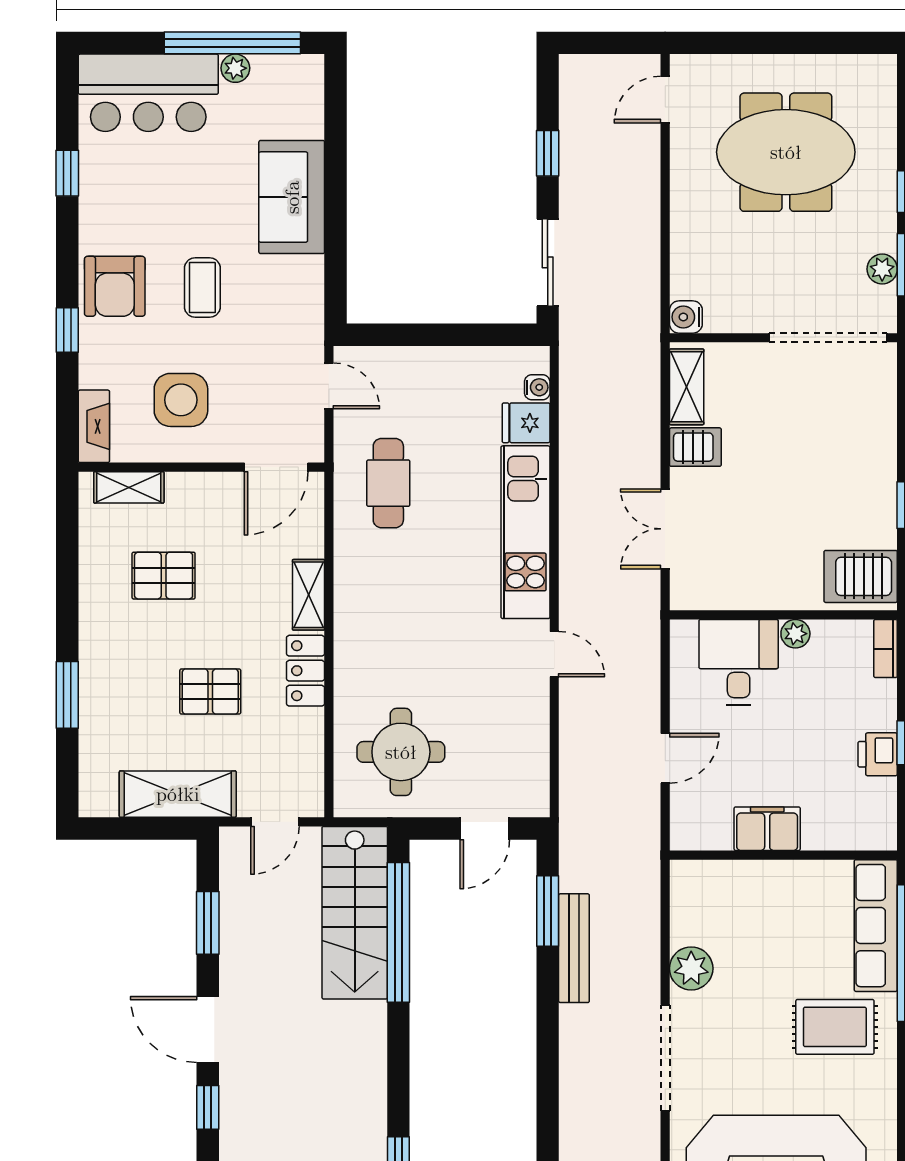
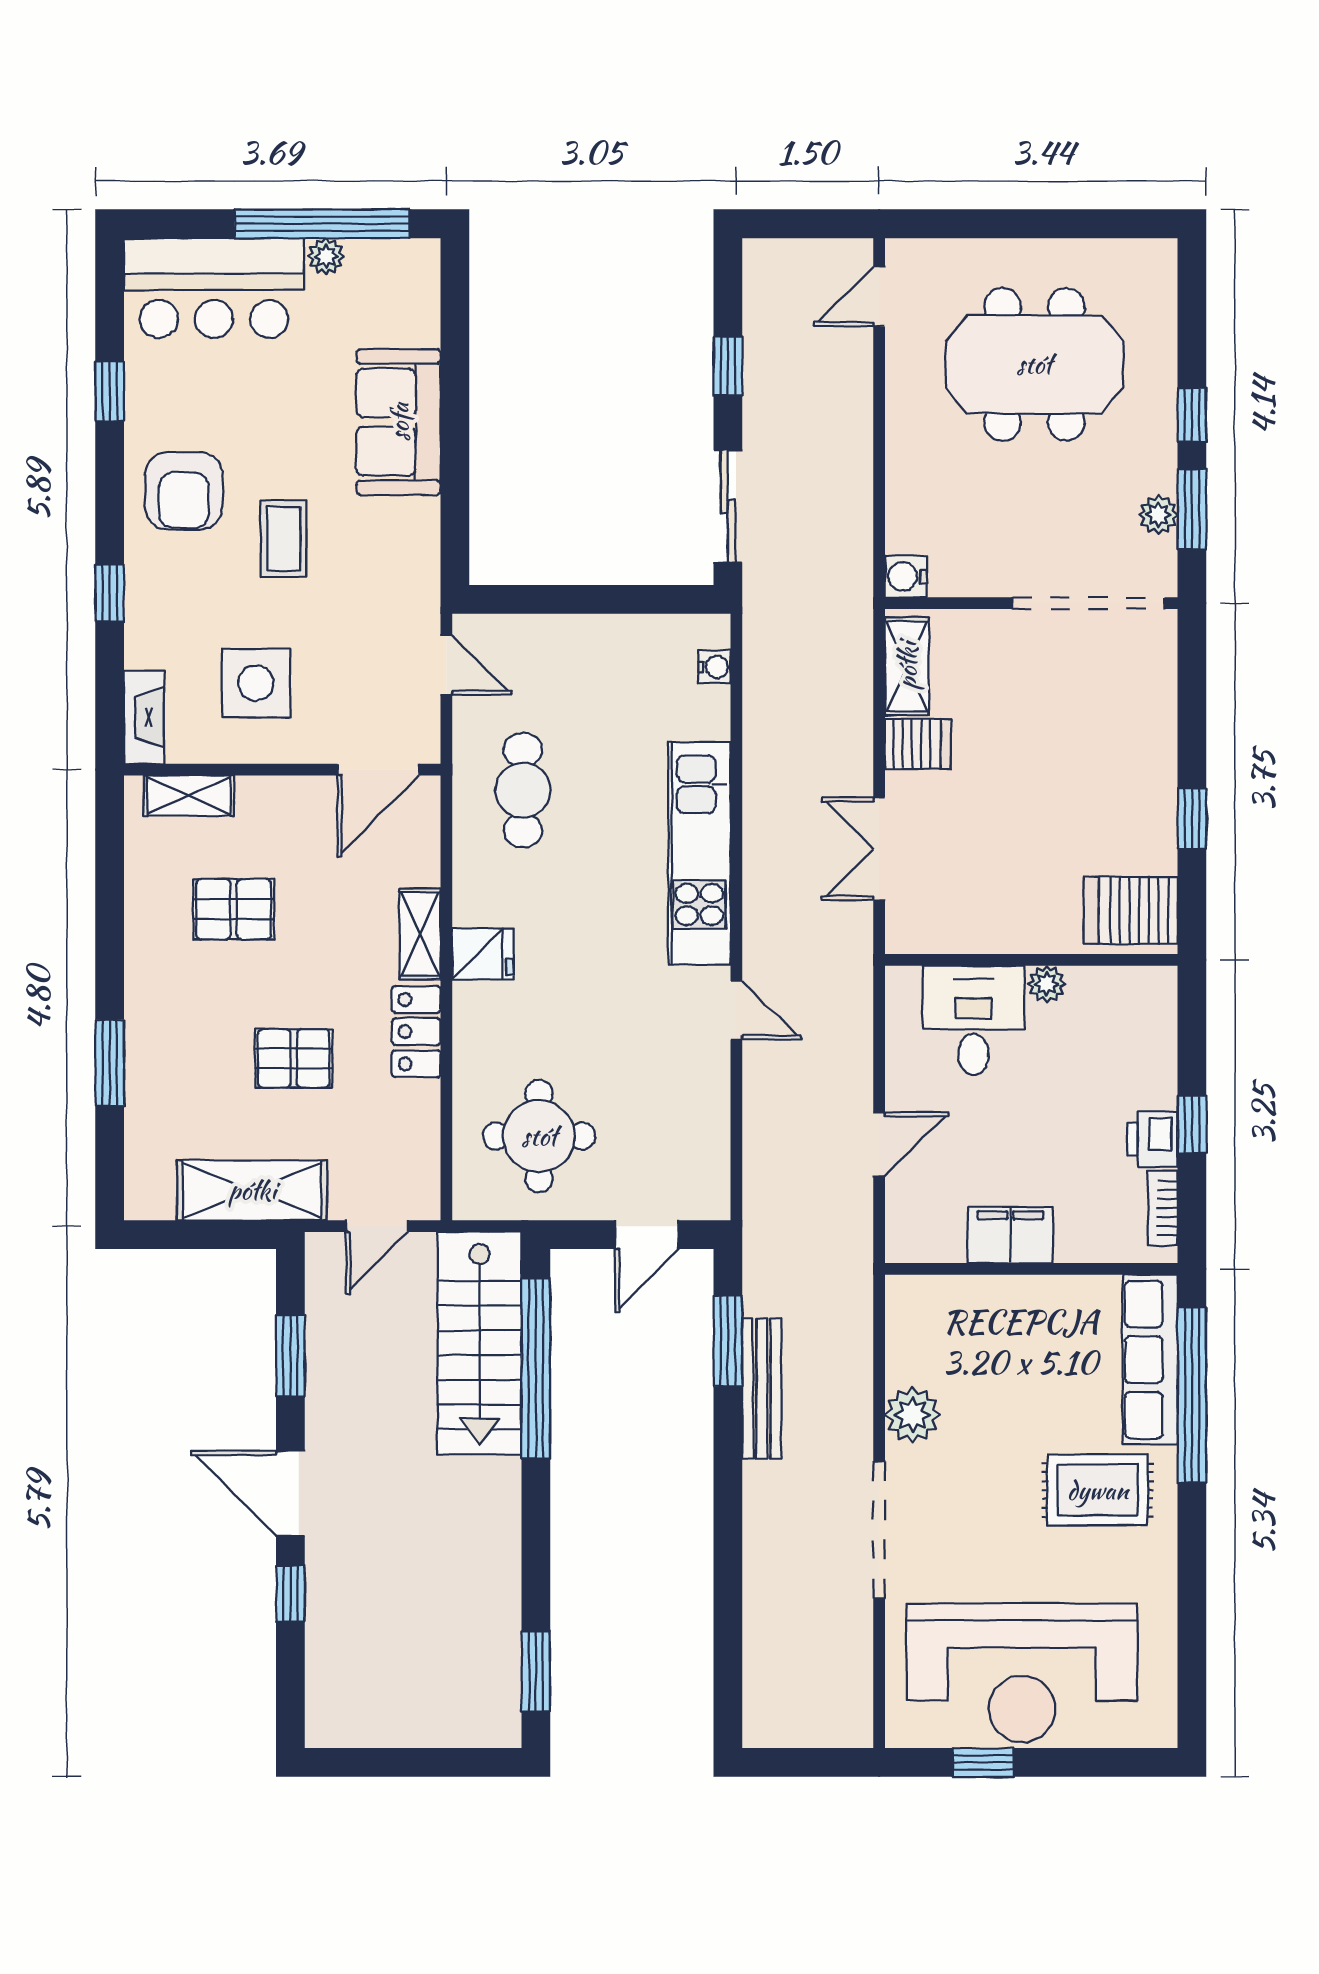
armchair: (115, 286) -> (184, 491), moved
fridge: (526, 423) -> (483, 954), moved, turned 180
bookcase: (886, 649) -> (1163, 1208), moved

